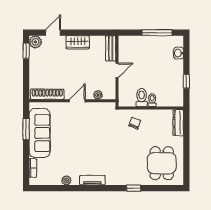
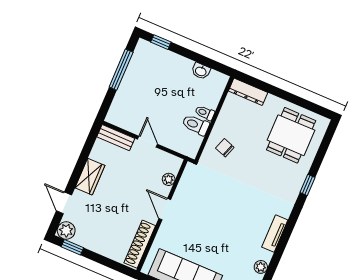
washbasin: (179, 53) -> (201, 71), moved
window: (186, 81) -> (161, 42), moved
dining table: (162, 163) -> (291, 135), turned 90

